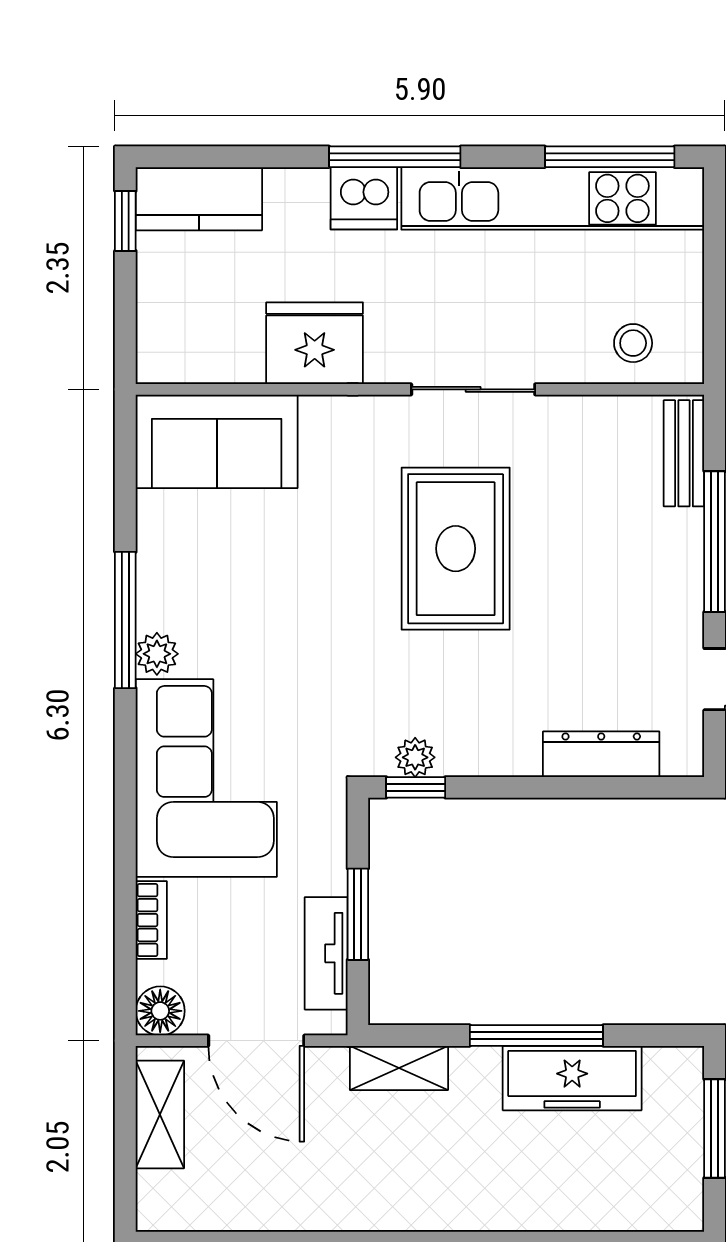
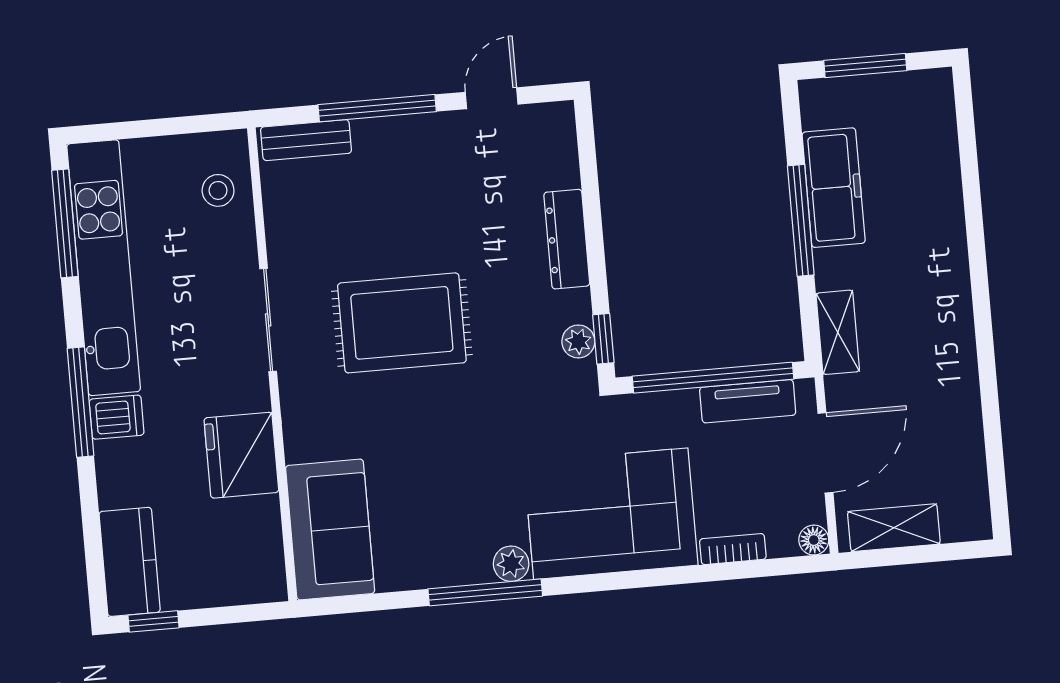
dishwasher: (364, 198) -> (117, 417), width x0.73
dresser: (601, 754) -> (567, 239), moved
window: (358, 914) -> (713, 378), width x2.11
floor lamp: (160, 1011) -> (814, 540), width x0.73, depth x0.73

